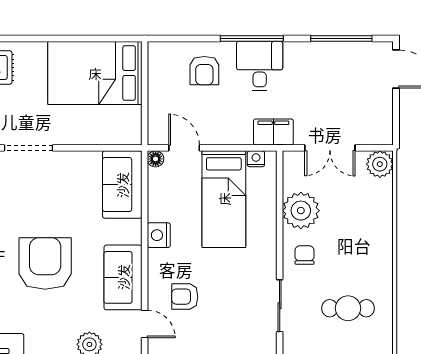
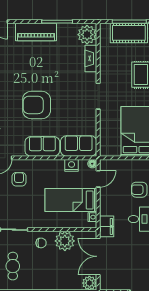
double door: (330, 148) -> (98, 256), width x1.37
nightstand: (159, 235) -> (72, 165), moved
armchair: (45, 264) -> (37, 105), turned 180
sofa: (123, 277) -> (42, 146), moved

